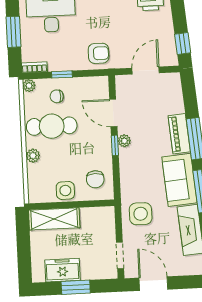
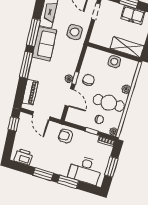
door: (146, 71) -> (41, 116), hinge flipped
piano: (179, 134) -> (30, 92), moved
chair: (95, 179) -> (89, 80), moved

